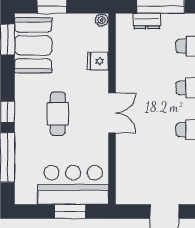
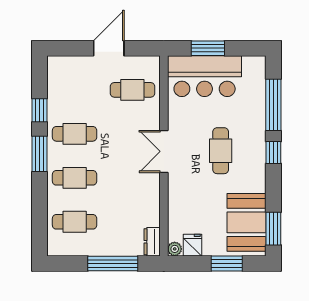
dresser: (147, 21) -> (152, 242), moved, turned -90
fridge: (98, 61) -> (192, 245), moved, turned -90
cafe table: (142, 172) -> (132, 90), added

